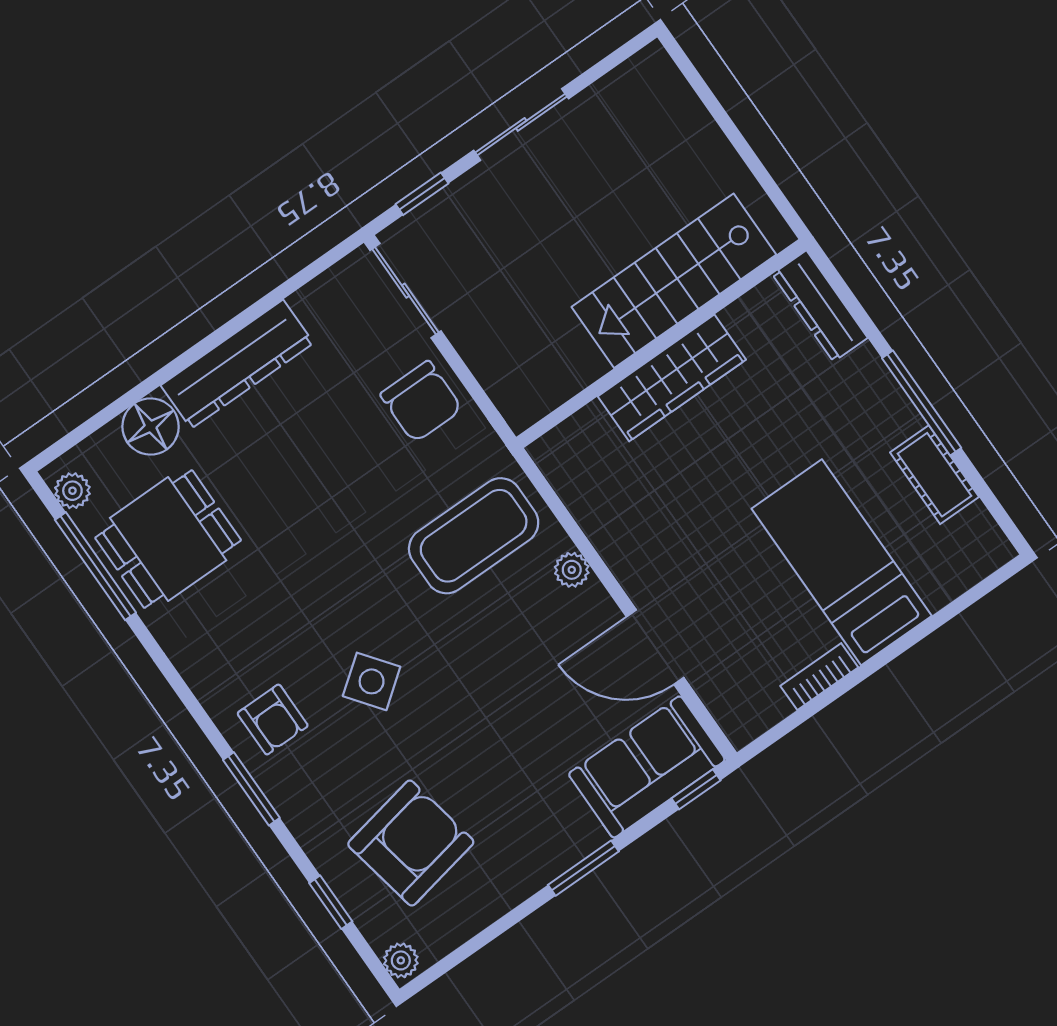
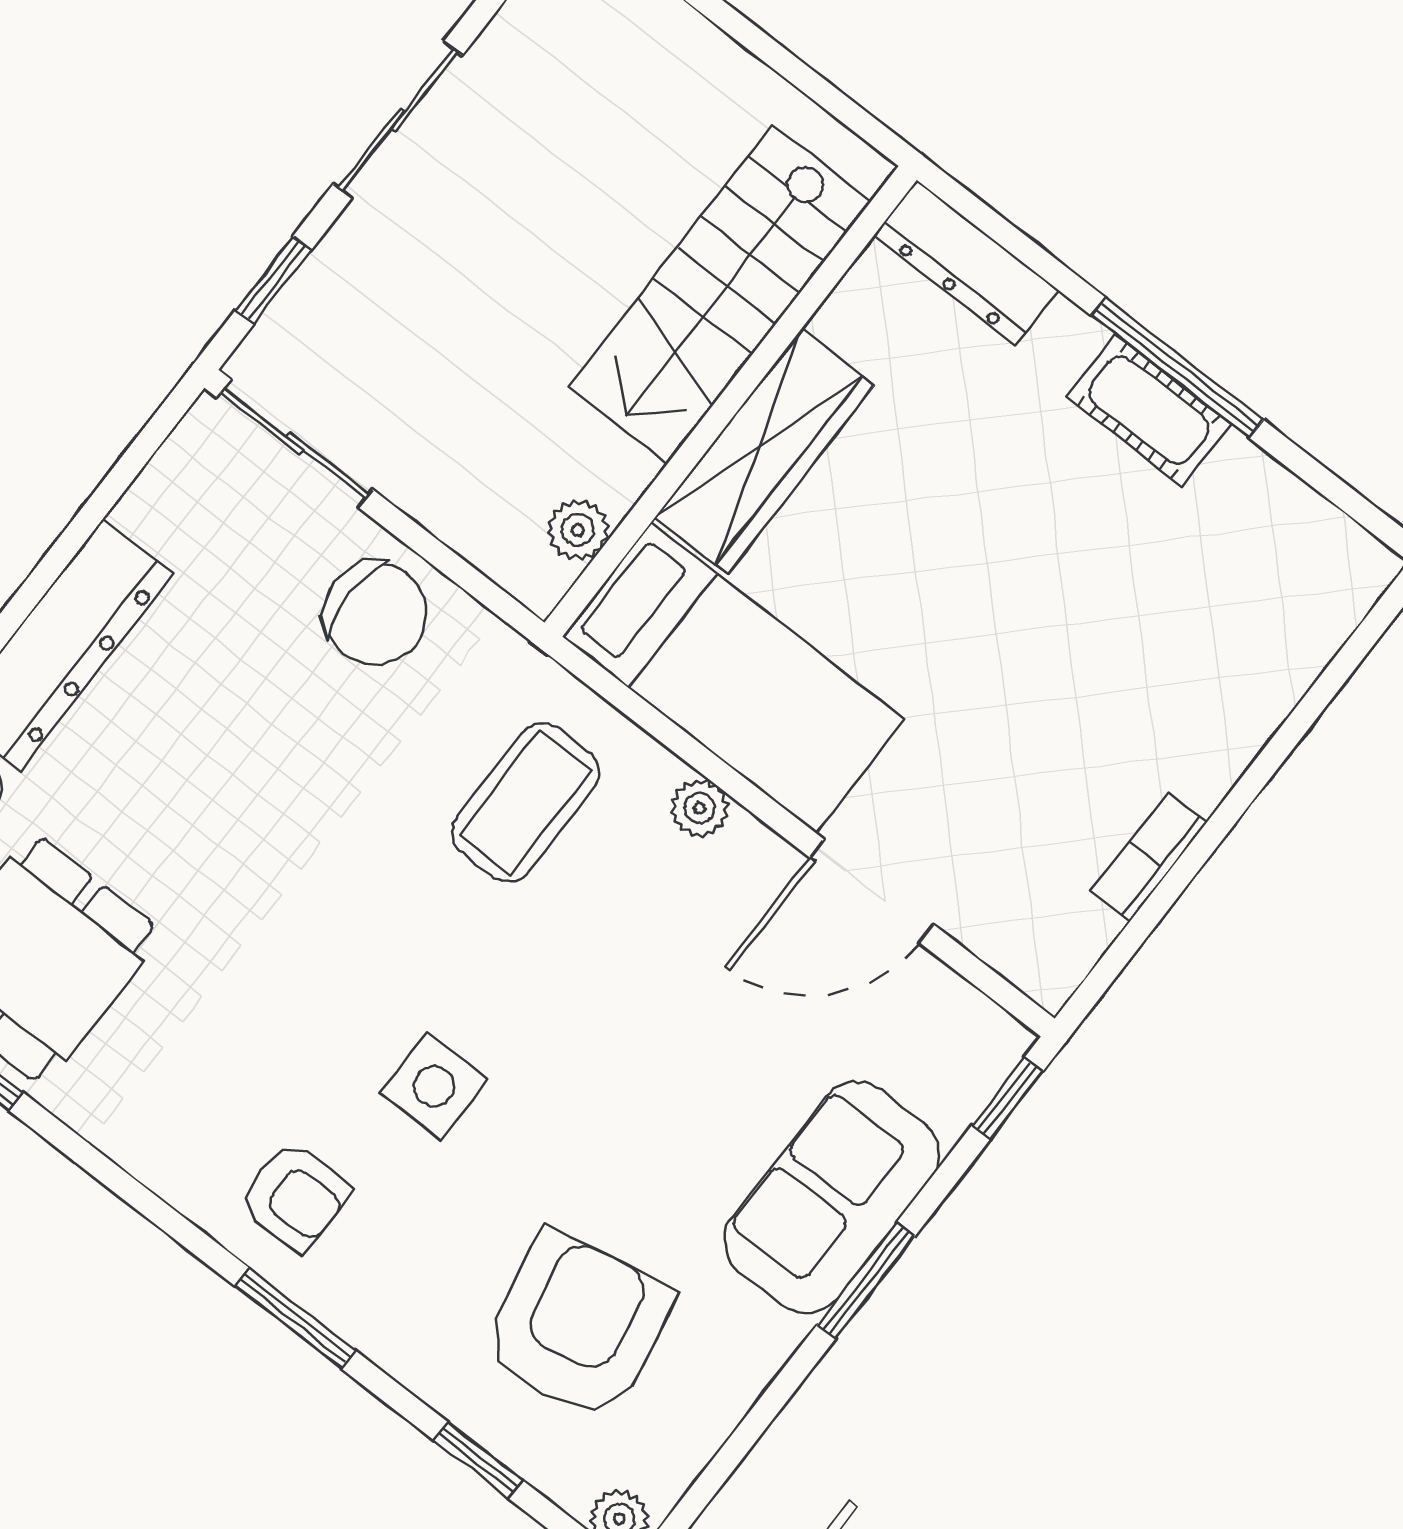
plant: (552, 390) -> (578, 530), added
cot: (935, 475) -> (1149, 410), moved
coffee table: (474, 536) -> (525, 802), width x0.73, depth x0.76
bed: (842, 562) -> (734, 678), moved, turned 180
side table: (372, 681) -> (434, 1086), turned 37
sofa: (647, 767) -> (832, 1197), moved

